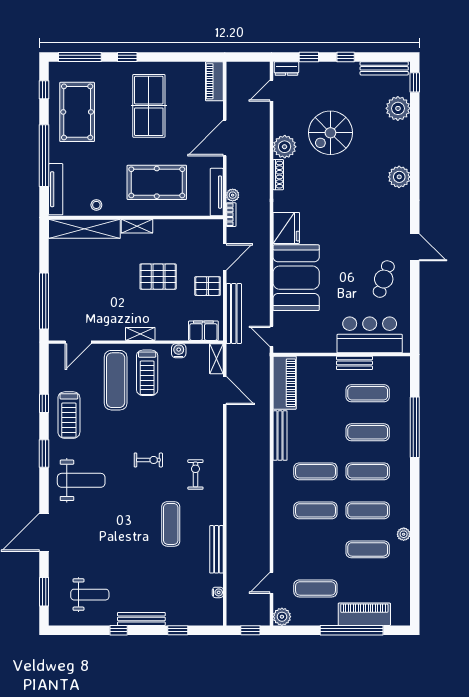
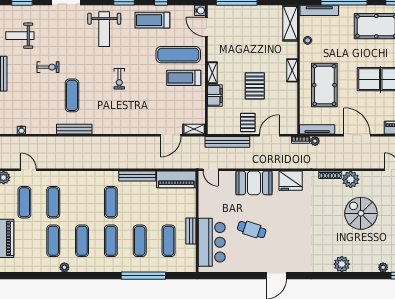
plant: (398, 108) -> (383, 267), width x0.53, depth x0.53
plant: (399, 177) -> (342, 264), moved
shelving: (84, 229) -> (290, 23), width x0.68
door: (225, 257) -> (269, 135), swing flipped
booth: (296, 278) -> (254, 183), width x0.73, depth x0.70
cafe table: (384, 279) -> (252, 230), moved
filing cabinet: (203, 331) -> (215, 95), moved
door: (271, 336) -> (211, 170), swing flipped
water cooler: (179, 351) -> (200, 10), moved
exercise bike: (195, 474) -> (48, 67), moved
exercise mat: (315, 510) -> (53, 202), moved
exercise mat: (171, 524) -> (72, 95), turned 90
bench: (216, 549) -> (74, 129), moved
weight bench: (90, 595) -> (20, 36), turned 90

